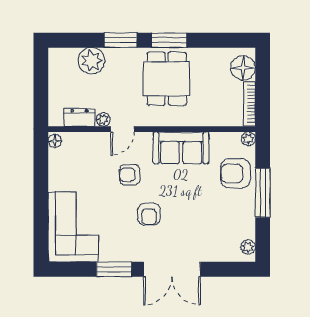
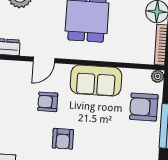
plant: (103, 119) -> (27, 50), removed

